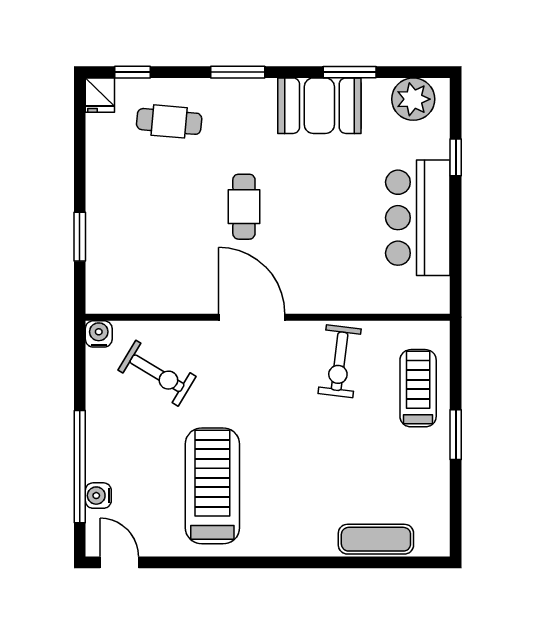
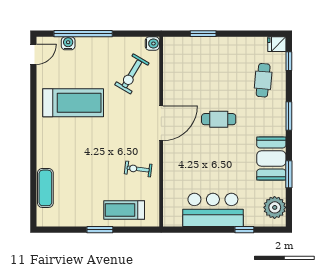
exercise bike: (340, 361) -> (138, 169), width x0.73, depth x0.72
treadmill: (418, 388) -> (124, 210), turned 180

